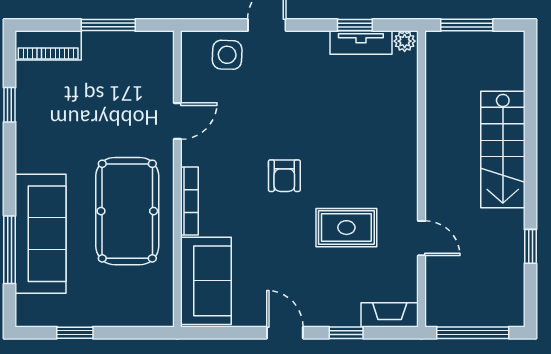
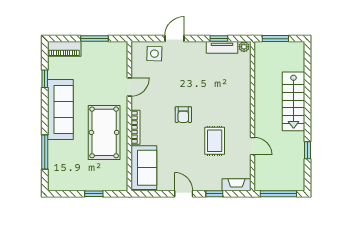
rug: (346, 228) -> (215, 141), turned 90
sofa: (41, 234) -> (60, 109), moved
window: (75, 333) -> (94, 194), moved

